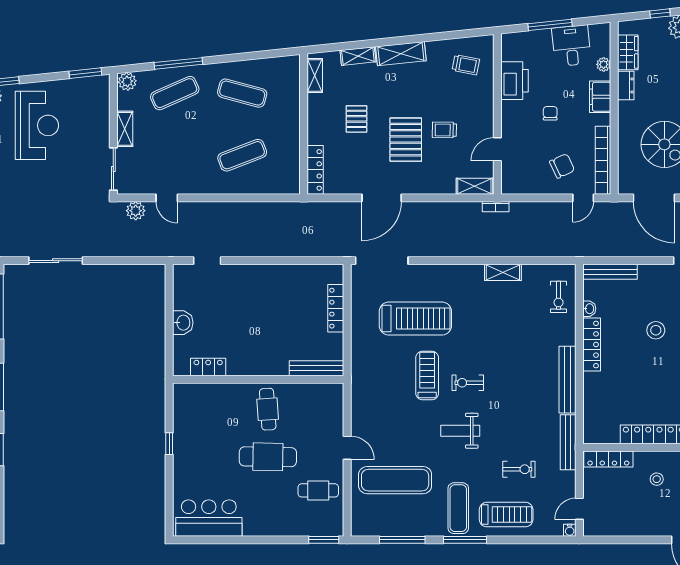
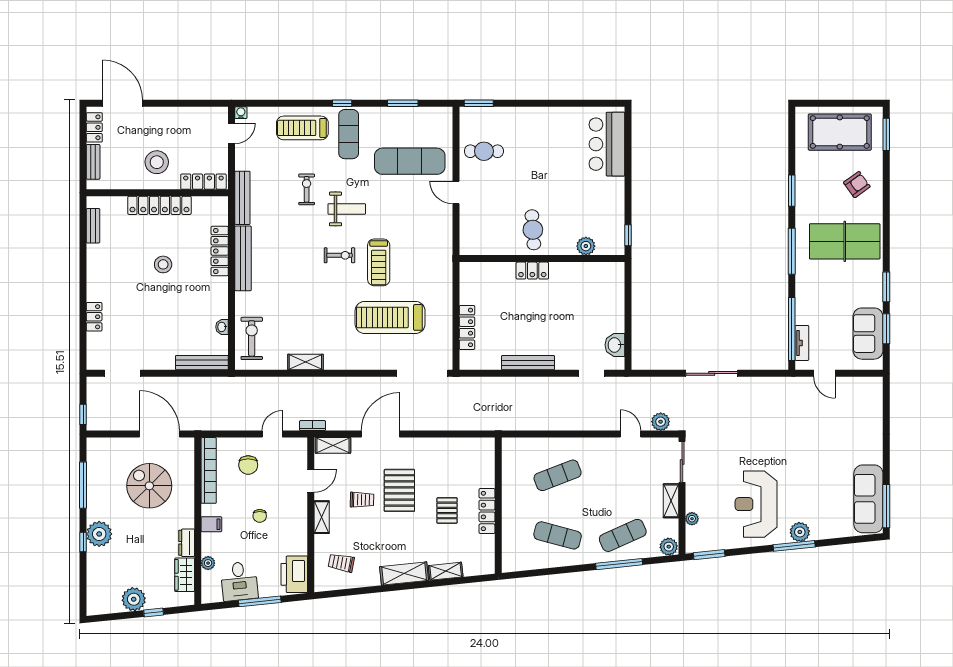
shelving: (315, 75) -> (322, 517), moved
printer: (514, 81) -> (294, 574), moved
filing cabinet: (600, 97) -> (211, 524), width x0.50
plant: (103, 110) -> (692, 519), added
chair: (562, 166) -> (248, 465), turned -65
locker: (315, 170) -> (487, 511), moved
door: (382, 198) -> (380, 434), moved
door: (583, 198) -> (272, 434), moved
sliding door: (56, 261) -> (712, 373), moved
exercise bike: (559, 297) -> (252, 338), width x1.38, depth x1.39
washbasin: (183, 323) -> (615, 345), moved
stool: (656, 330) -> (163, 264), moved
locker: (592, 345) -> (220, 251), moved
locker: (208, 367) -> (532, 271), moved
bench: (316, 368) -> (528, 363), moved
plant: (213, 392) -> (586, 246), added
window: (169, 444) -> (628, 235), moved
cafe table: (268, 457) -> (533, 184), removed
exercise bike: (519, 469) -> (307, 189), moved, turned 90
stool: (657, 479) -> (157, 162), width x1.89, depth x1.89
bar counter: (209, 518) -> (607, 144), moved, turned 90
window: (402, 540) -> (403, 103), width x0.69
window: (465, 540) -> (342, 103), width x0.46

